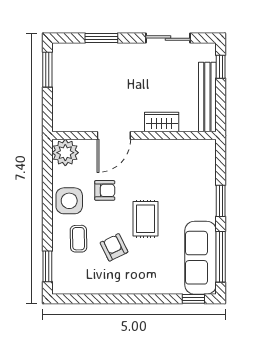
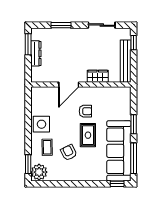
dresser: (60, 85) -> (36, 53), added
plant: (65, 153) -> (39, 172), moved
armchair: (105, 190) -> (85, 111), moved
sofa: (201, 258) -> (119, 151), width x1.36, depth x1.27

